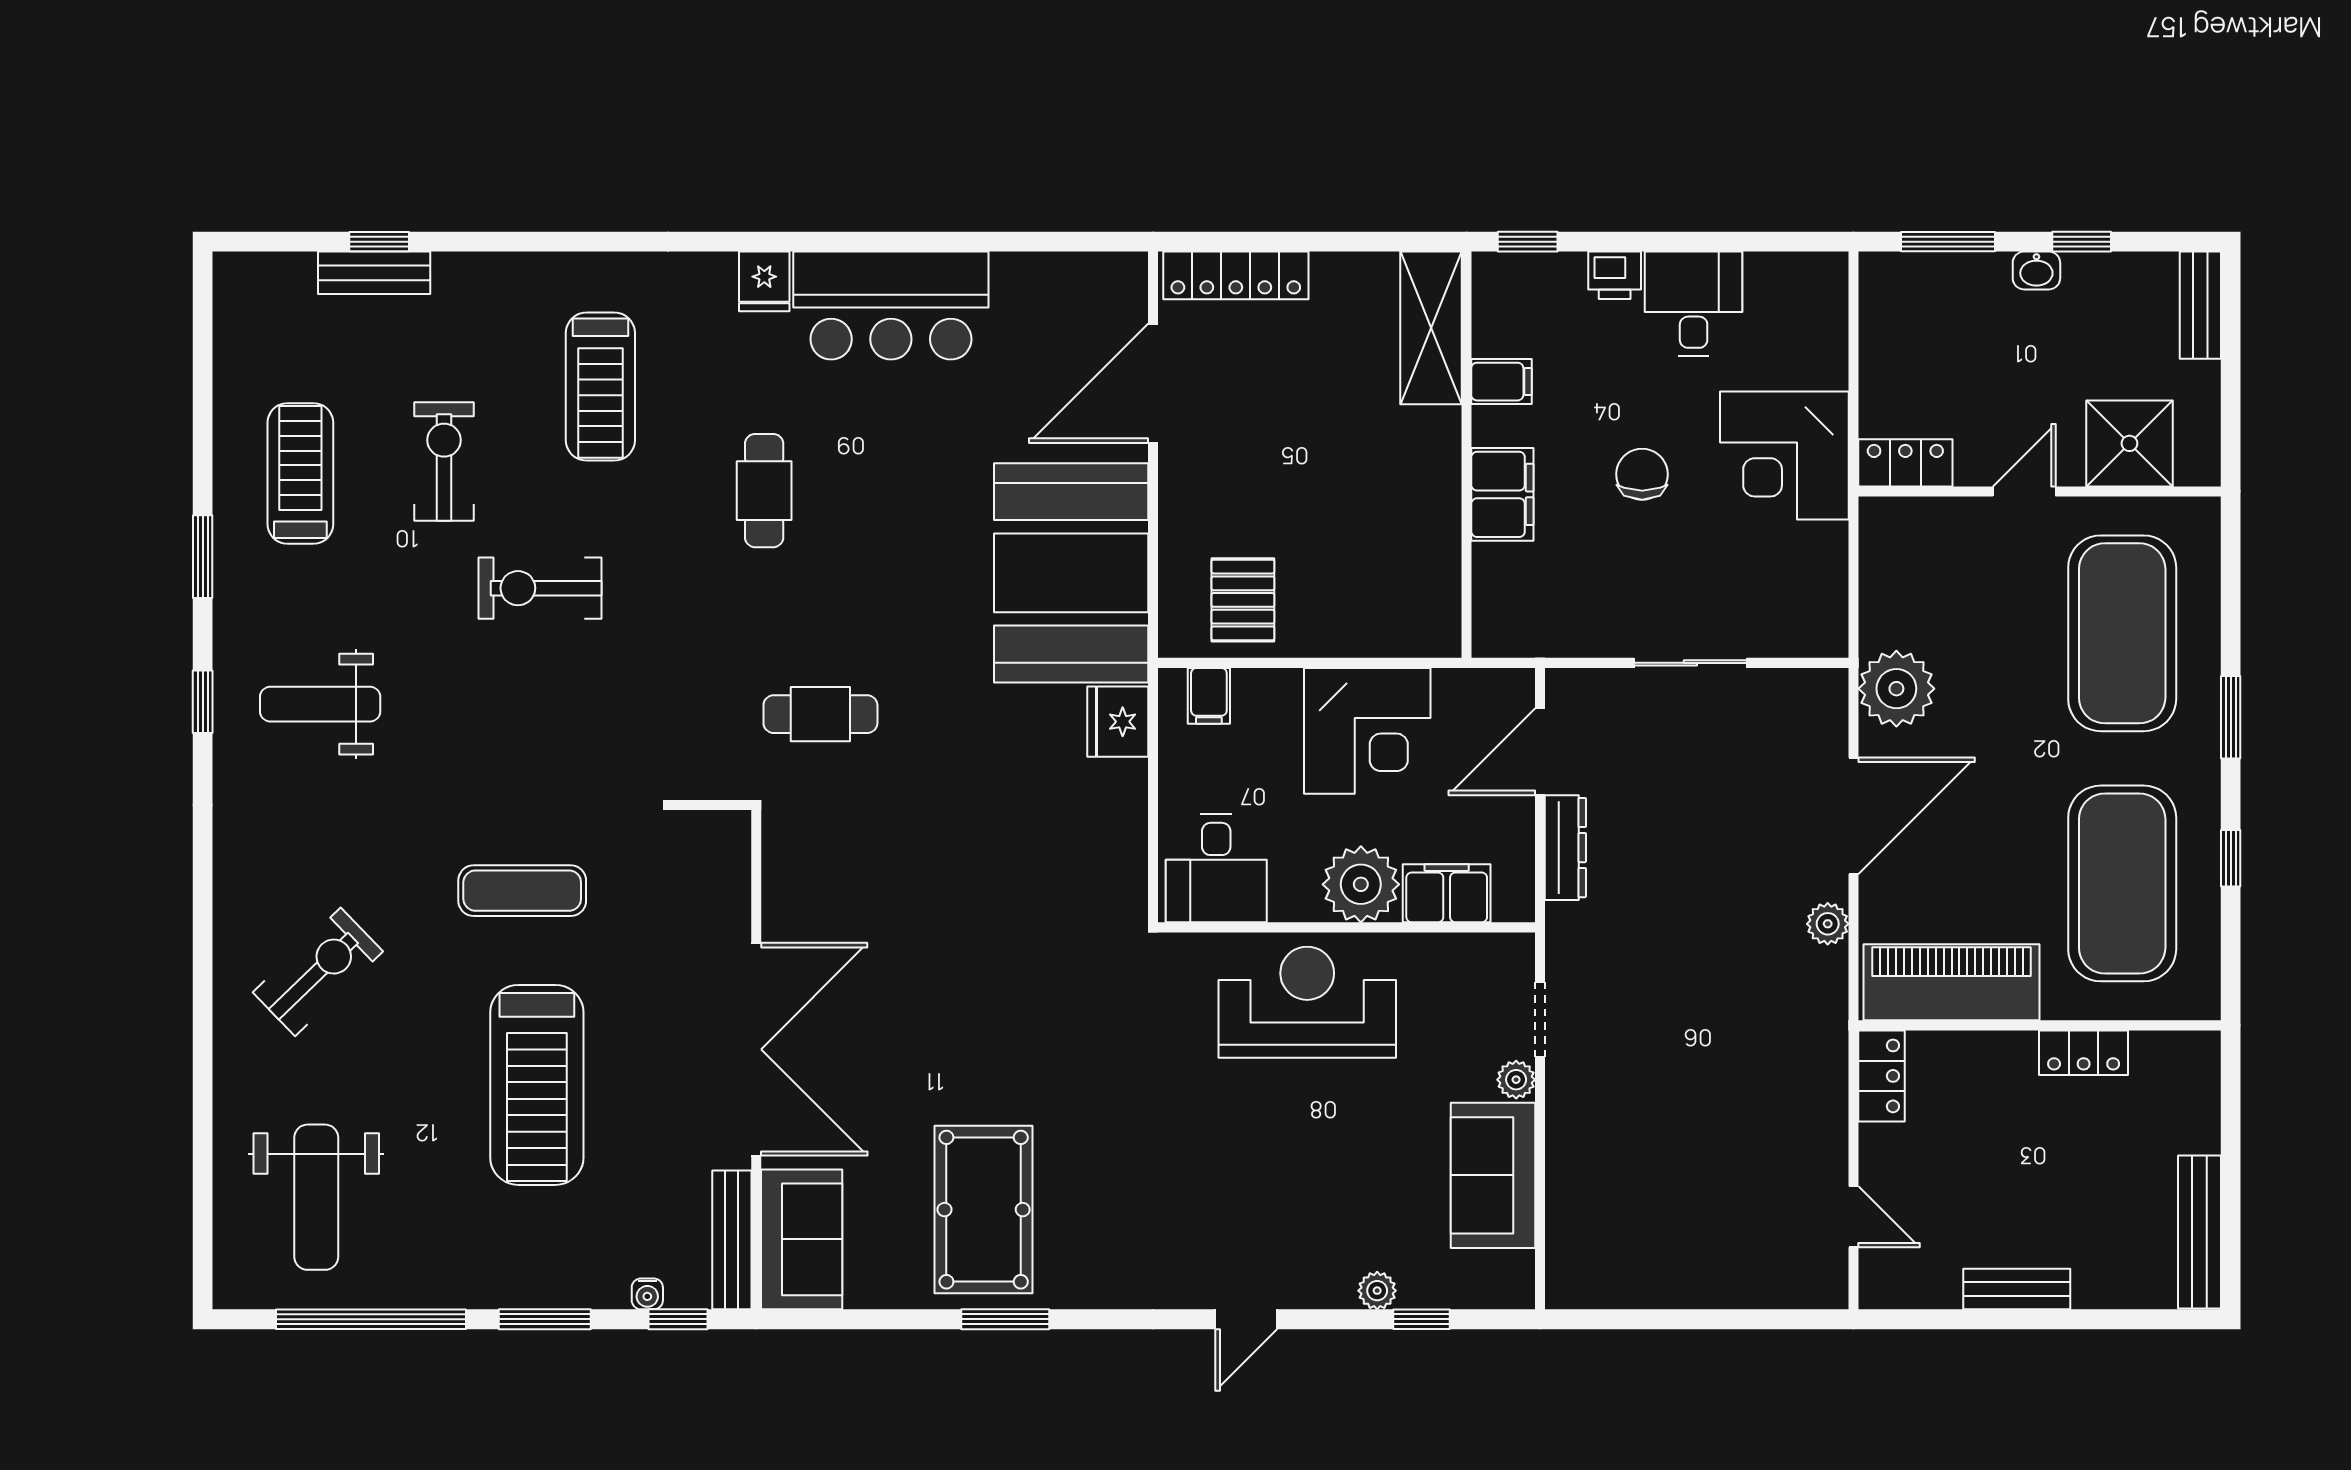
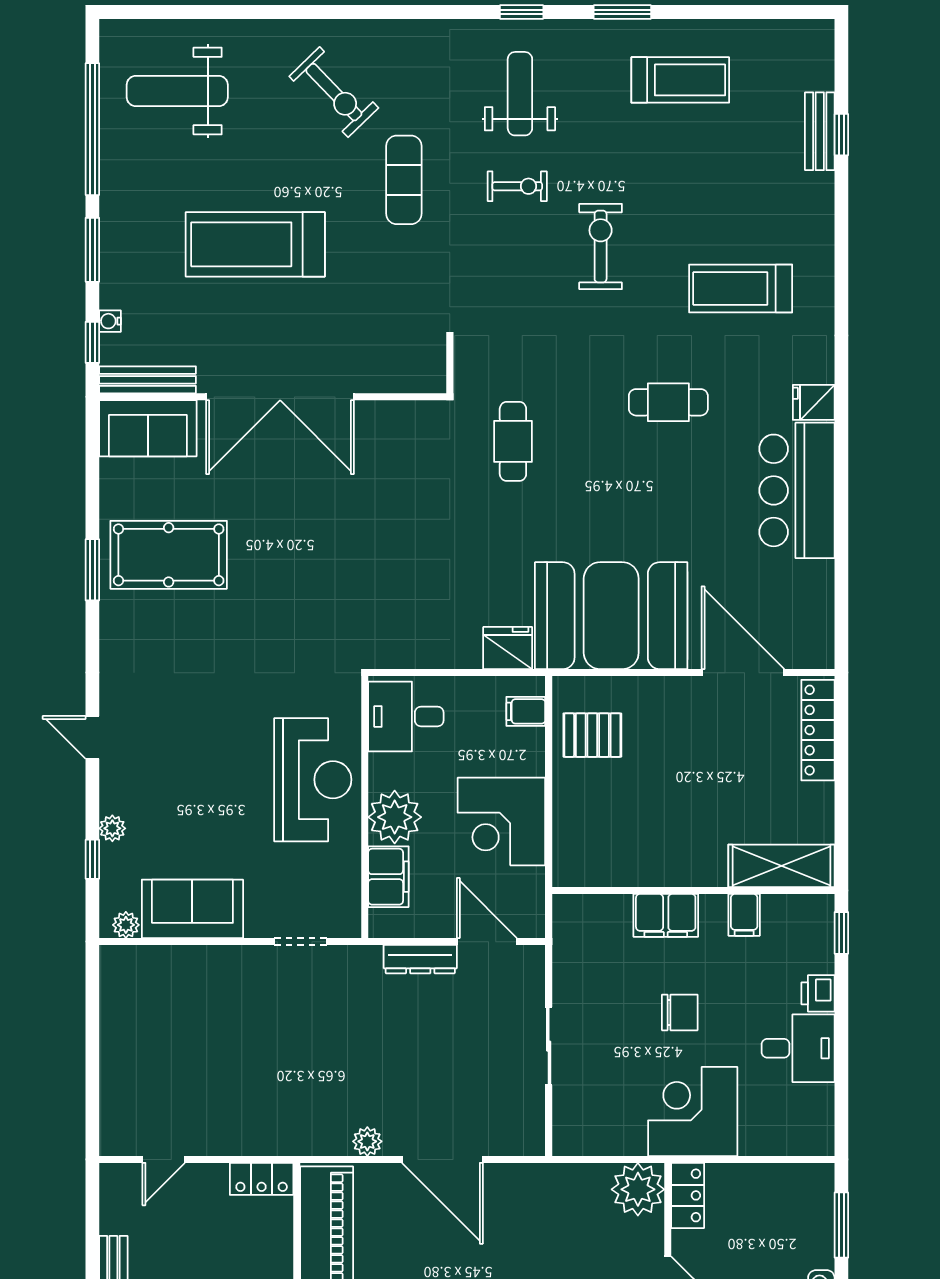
exercise bike: (444, 461) -> (517, 186), moved, width x0.73, depth x0.72
plant: (1896, 689) -> (638, 1189), moved
exercise mat: (522, 891) -> (404, 180), moved
plant: (1516, 1080) -> (126, 925), moved

